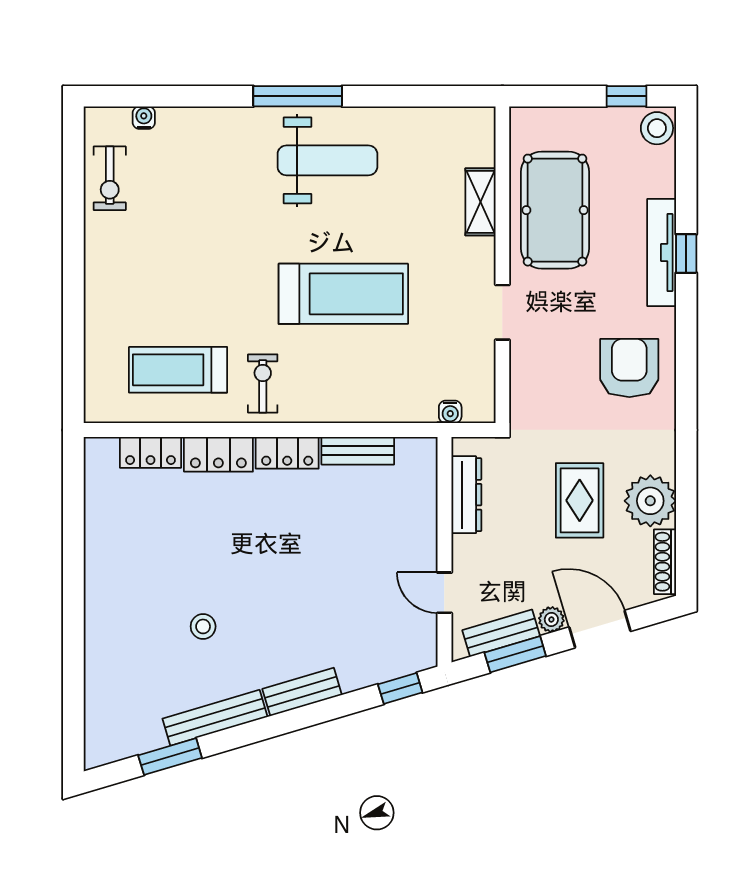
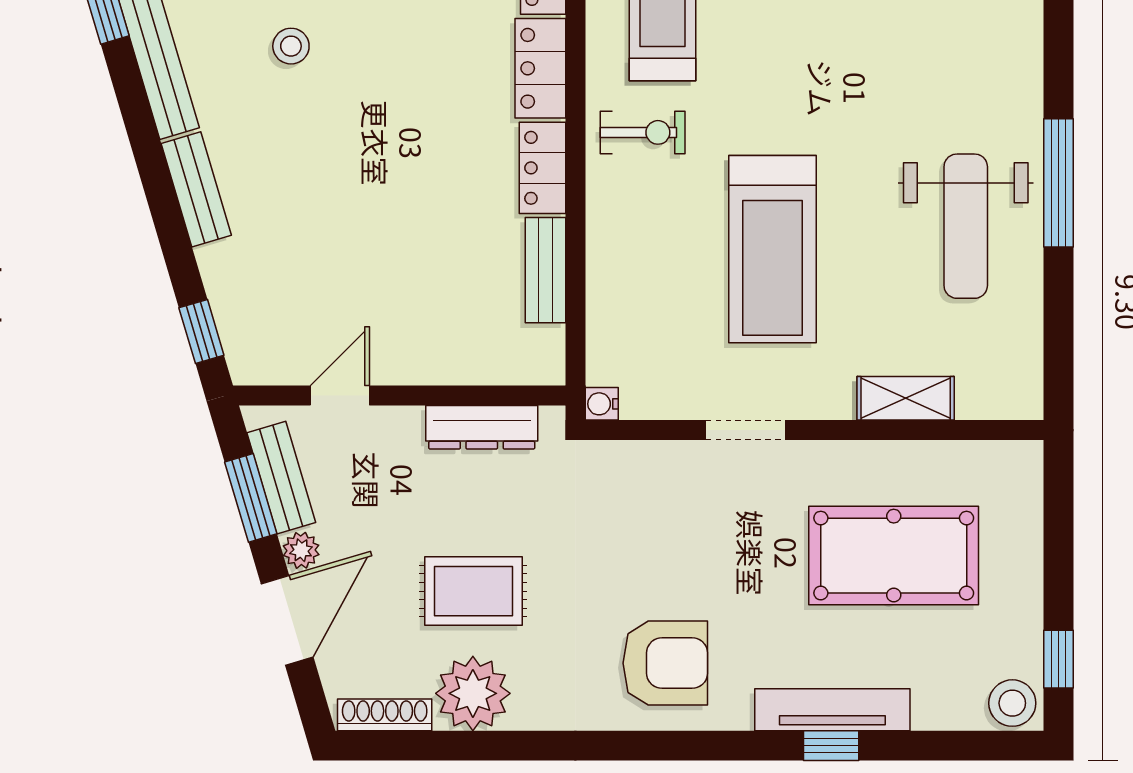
shelving: (480, 202) -> (906, 398), moved
wall: (502, 265) -> (814, 430), moved
doorway: (502, 312) -> (746, 430), moved

